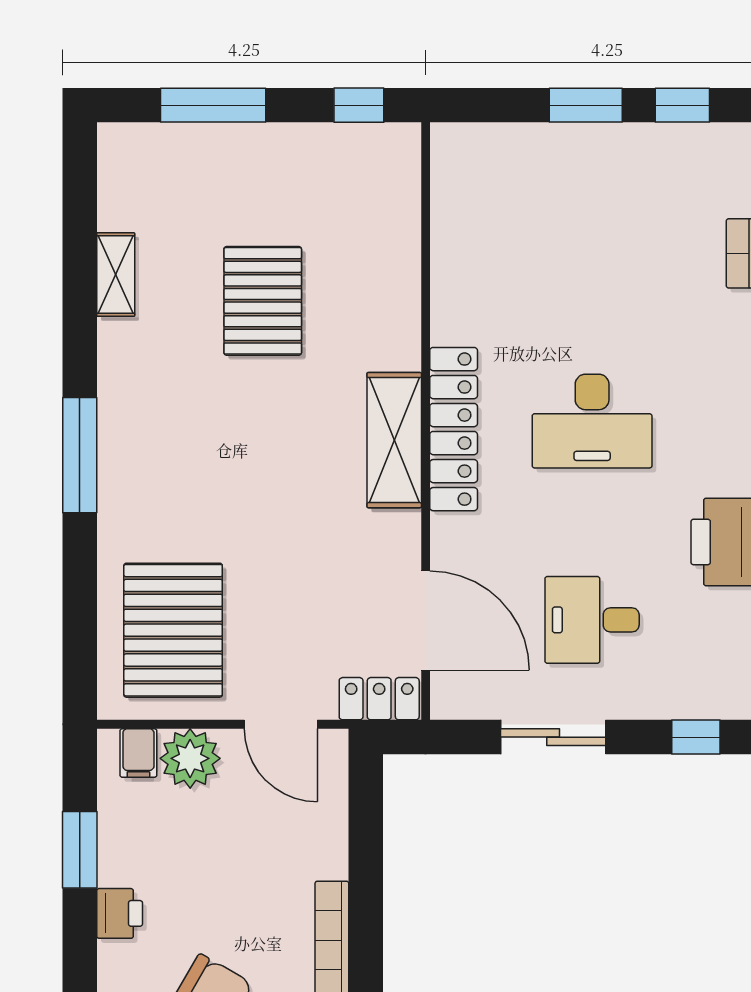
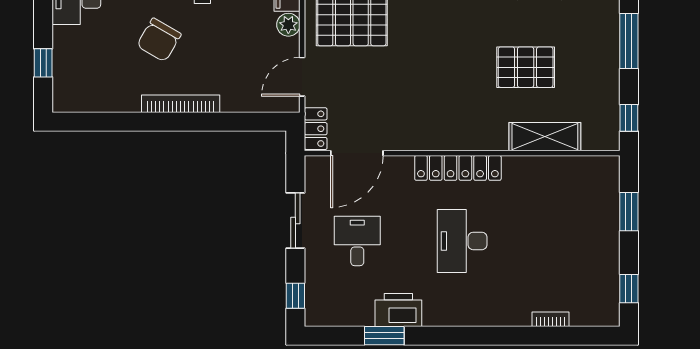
window: (586, 105) -> (629, 212), moved
shelving: (394, 440) -> (545, 137), moved
plant: (190, 758) -> (288, 25), width x0.73, depth x0.73

